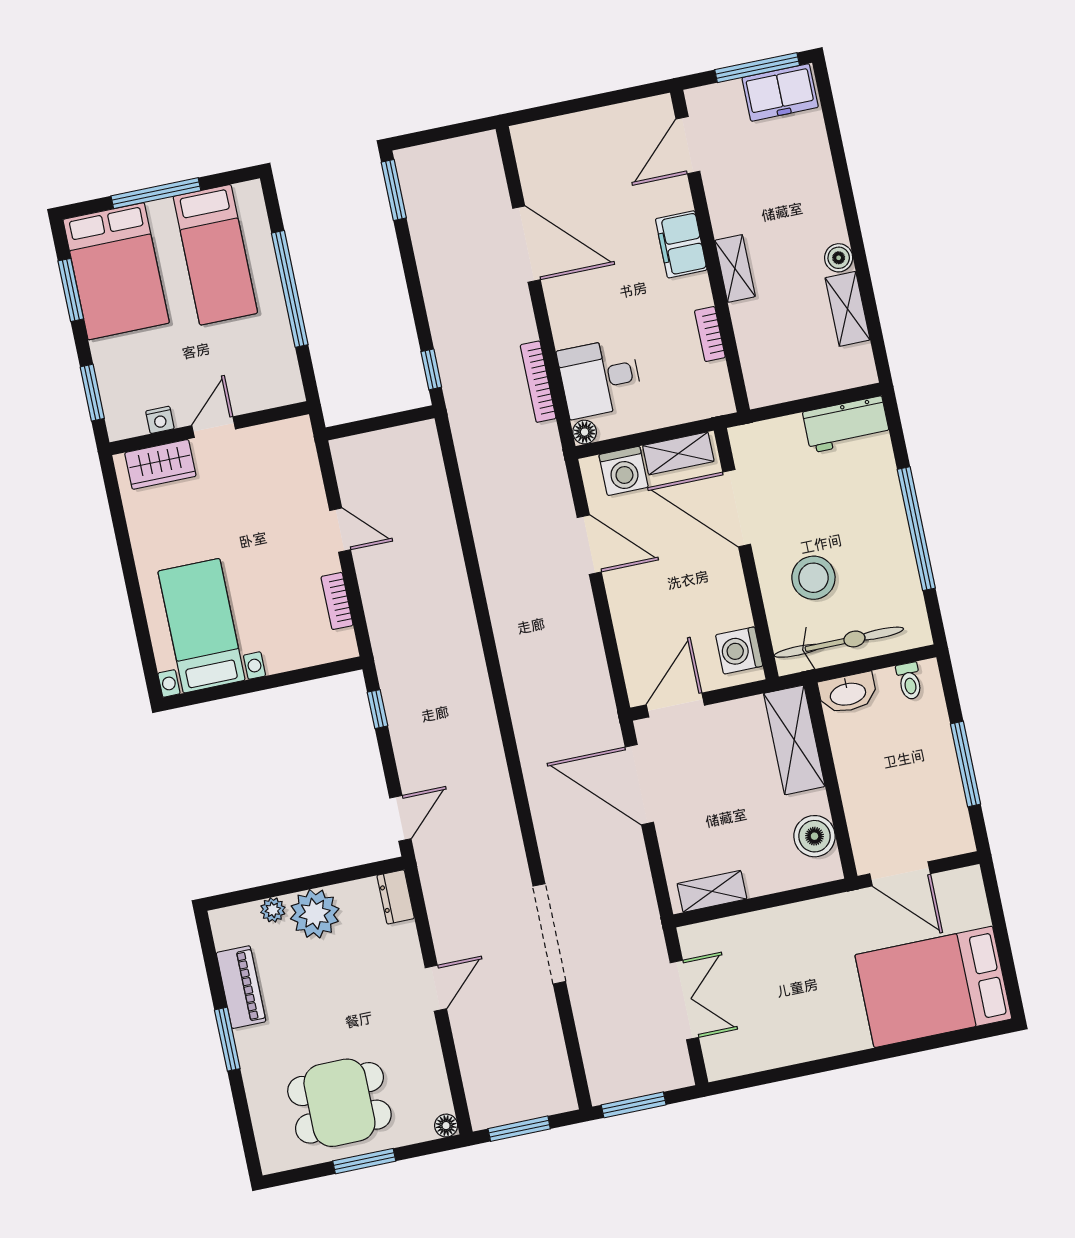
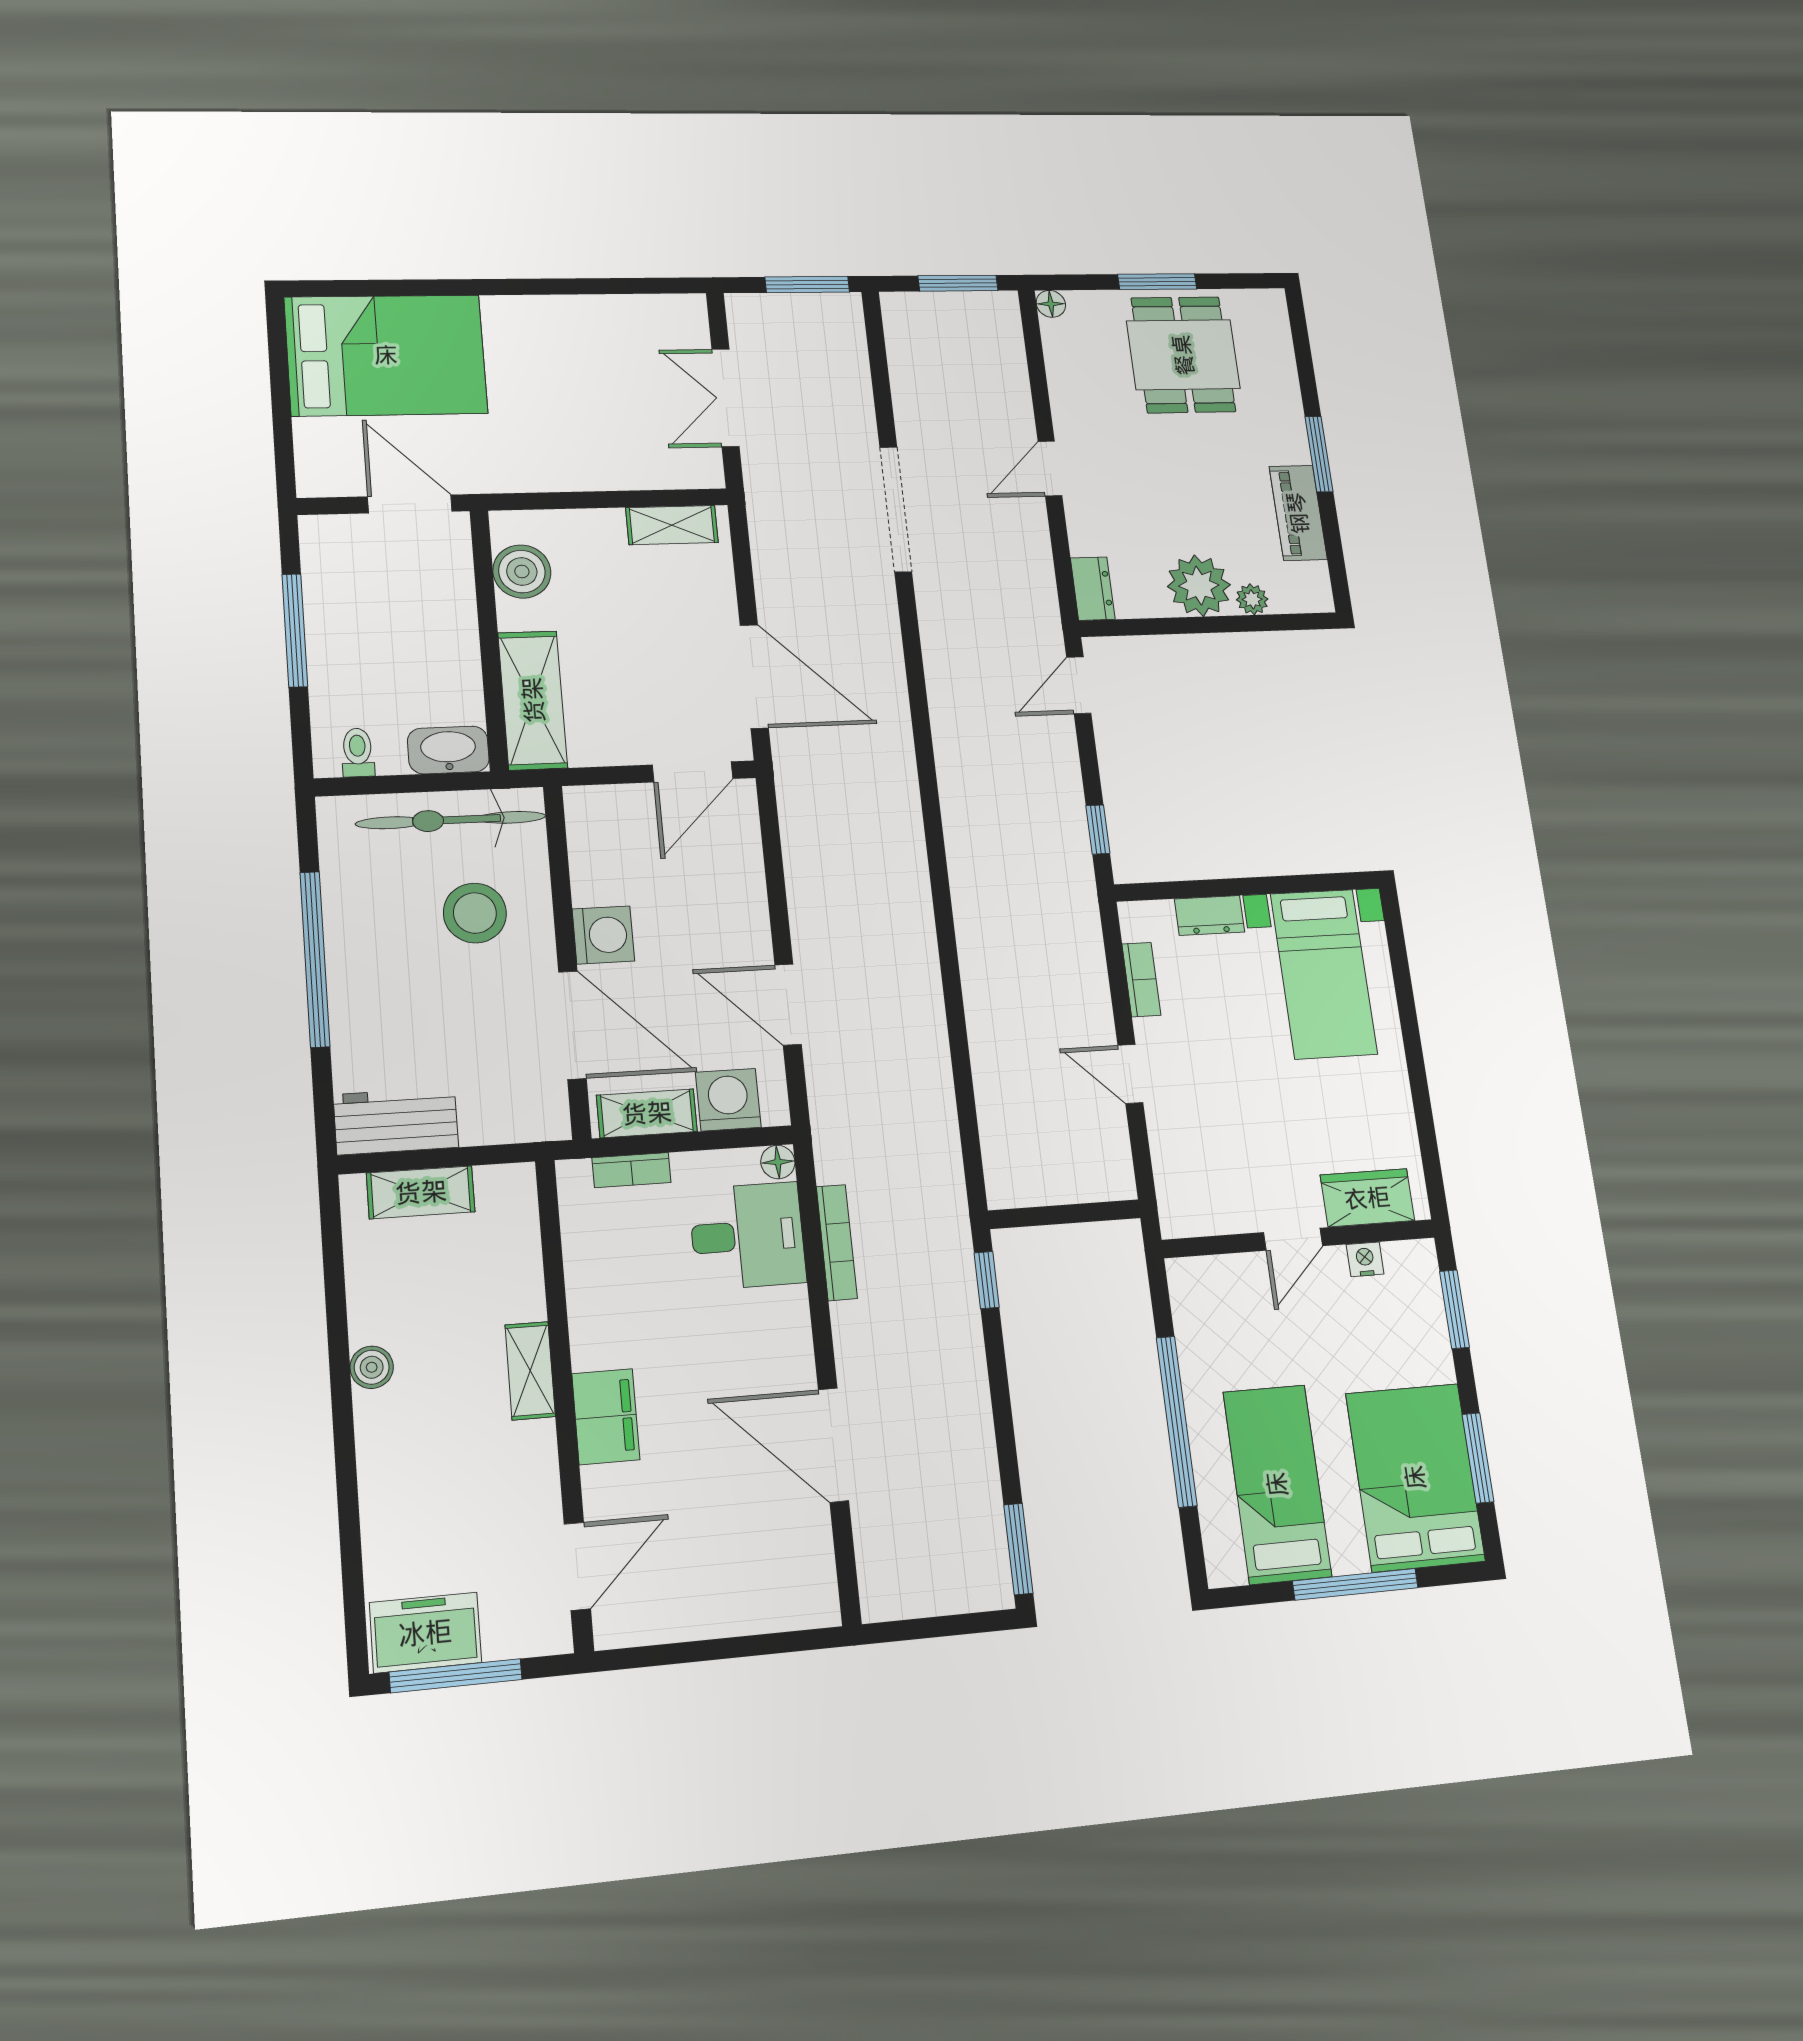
shelving: (848, 309) -> (421, 1192), moved, turned 90
bookcase: (710, 334) -> (632, 1170), moved, turned 90
washing machine: (739, 650) -> (603, 935), moved
dresser: (290, 657) -> (1210, 916), added
dining table: (339, 1103) -> (1183, 355), turned 90

